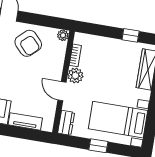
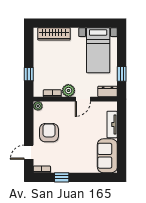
window: (131, 35) -> (29, 74), moved
armchair: (28, 43) -> (49, 133), turned -47
window: (98, 146) -> (122, 74), moved

